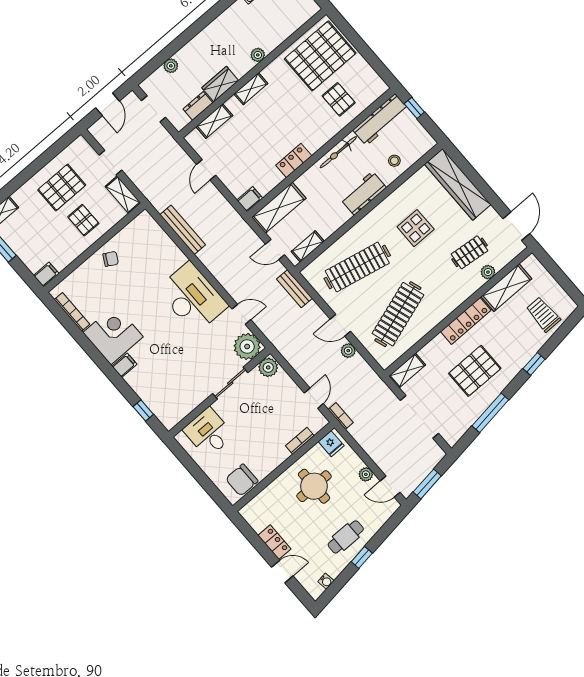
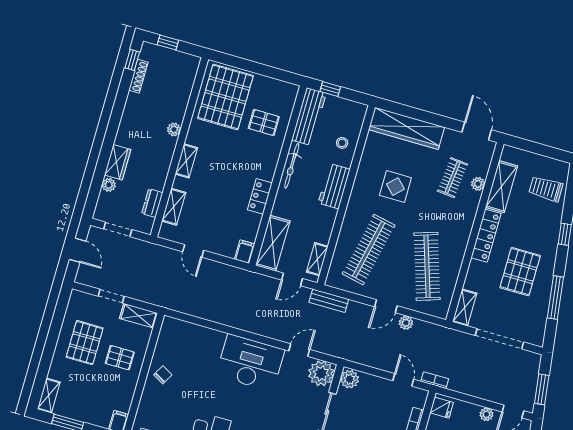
wardrobe: (220, 84) -> (118, 162), moved, turned 180
bench: (183, 230) -> (206, 312), removed

